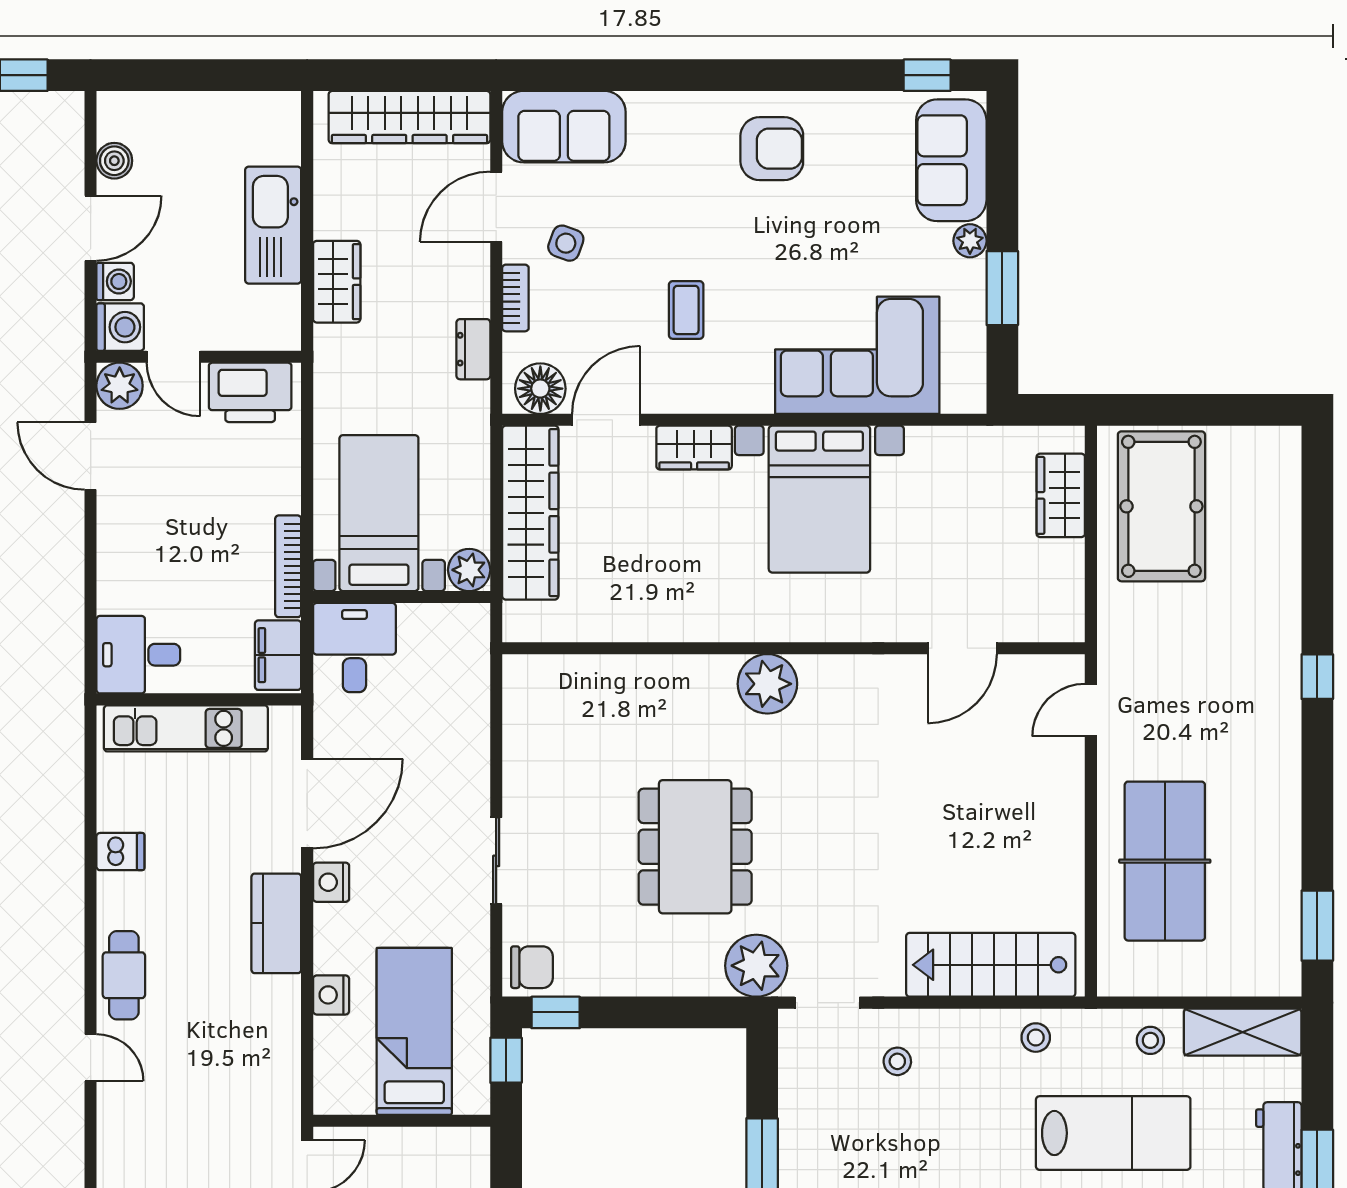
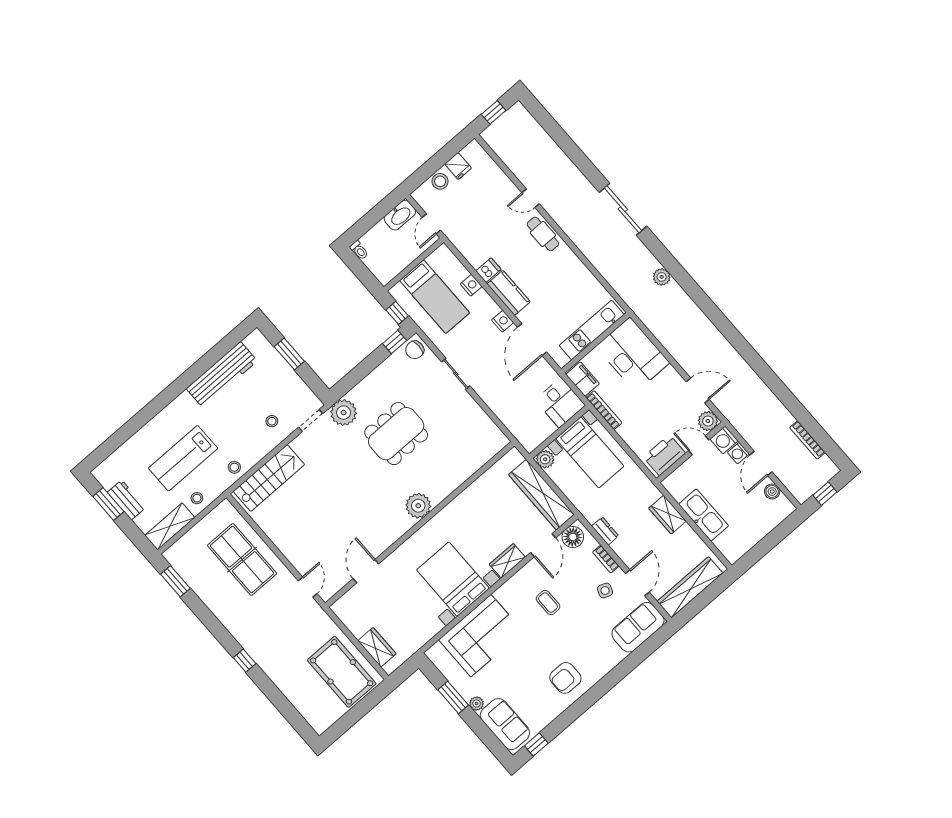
desk: (138, 655) -> (633, 355), width x1.87, depth x1.30
dining table: (695, 847) -> (396, 434), turned 90
dishwasher: (120, 852) -> (488, 270), moved, turned 180

